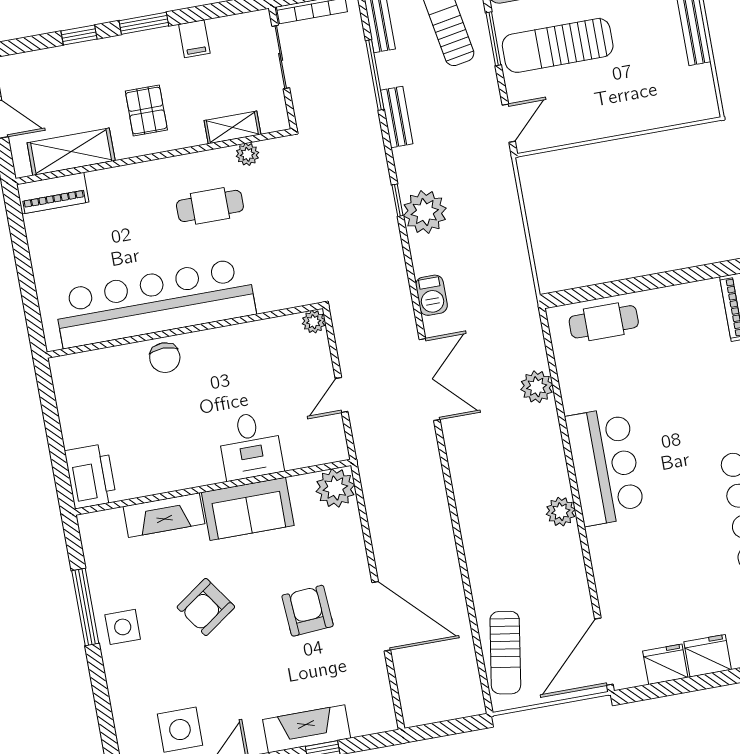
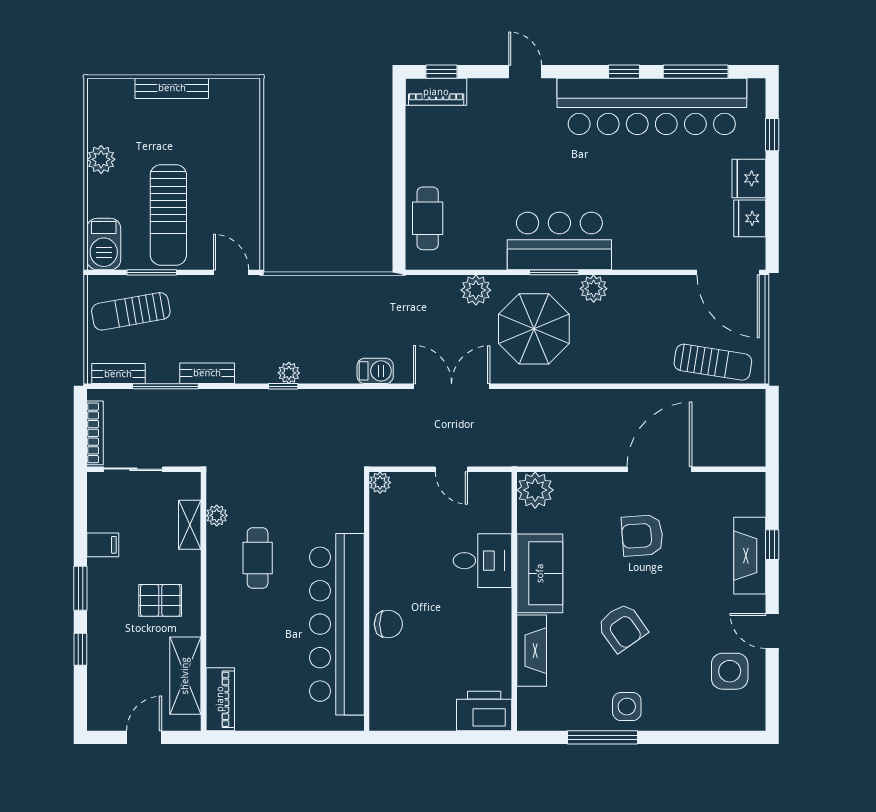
plant: (425, 212) -> (289, 373), width x0.53, depth x0.53
parasol: (507, 456) -> (534, 329), added
window: (570, 467) -> (554, 272), added

